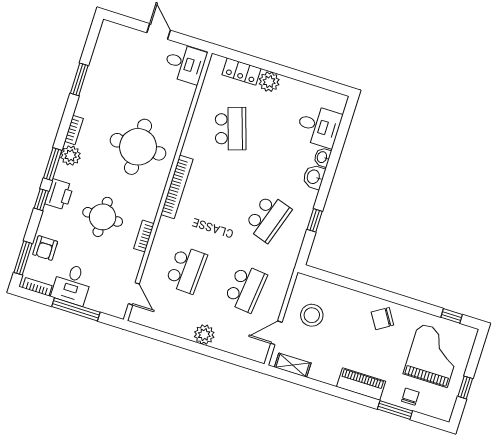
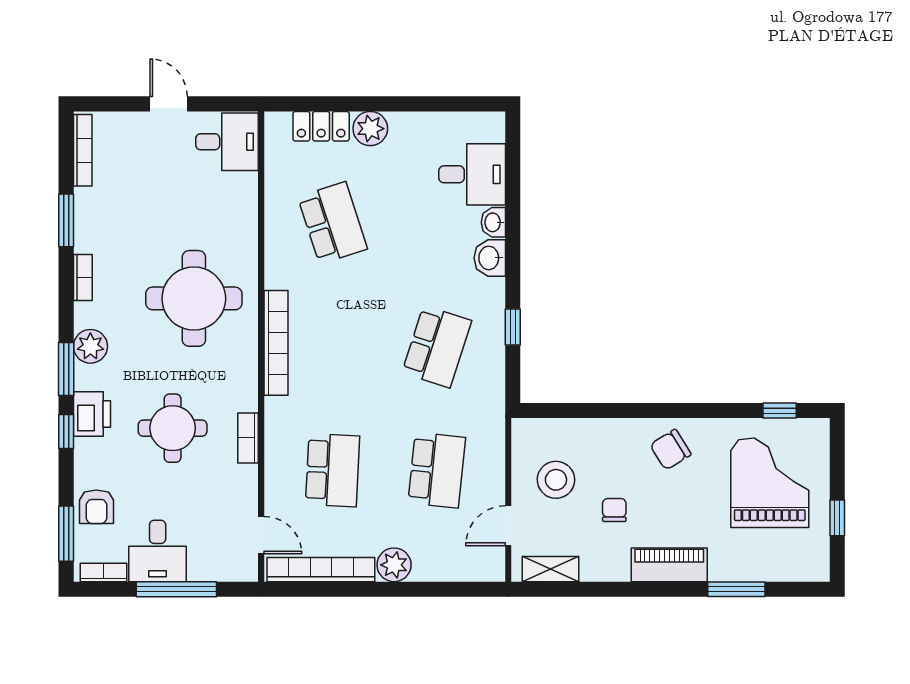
bookcase: (101, 42) -> (83, 150), added
bookcase: (74, 130) -> (83, 277), moved
bookcase: (162, 324) -> (321, 570), added
chair: (410, 397) -> (614, 510), moved

